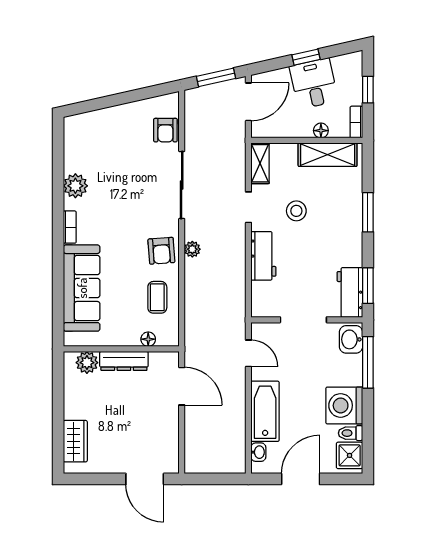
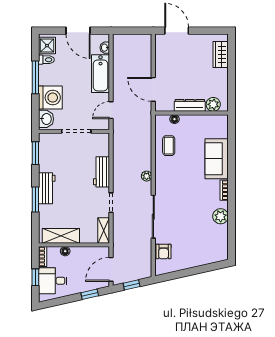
window: (306, 57) -> (90, 294), moved
window: (216, 77) -> (132, 285), width x0.67
desk: (314, 84) -> (53, 281), moved, turned 103
armchair: (165, 130) -> (164, 251), turned 180
stool: (296, 211) -> (81, 200), removed
armchair: (161, 251) -> (166, 175), removed
sofa: (82, 288) -> (217, 159), width x0.73
workbench: (350, 292) -> (47, 188), moved
door: (248, 353) -> (111, 110), hinge flipped
window: (368, 362) -> (35, 77), moved
washing machine: (344, 405) -> (50, 98), moved
door: (301, 479) -> (78, 31), hinge flipped

